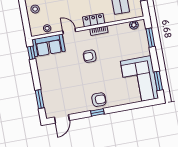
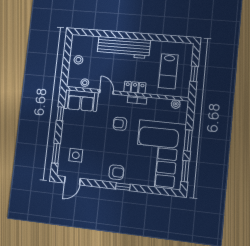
window: (150, 38) -> (188, 140), moved
window: (31, 53) -> (60, 114), moved
corner sofa: (139, 80) -> (160, 155), width x1.36, depth x1.36
side table: (58, 95) -> (76, 155), added
window: (97, 112) -> (123, 187), moved

